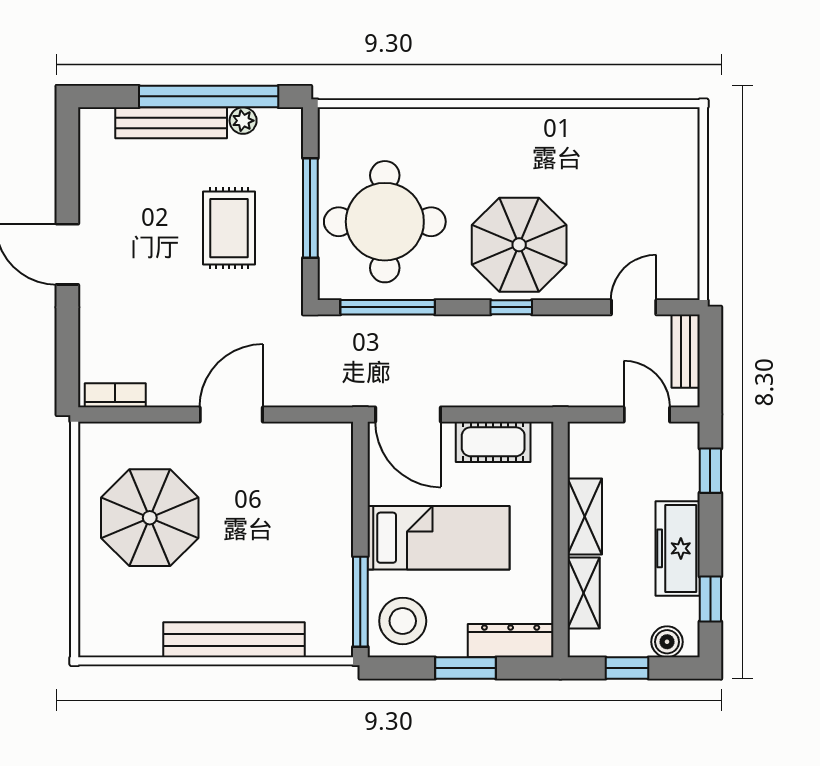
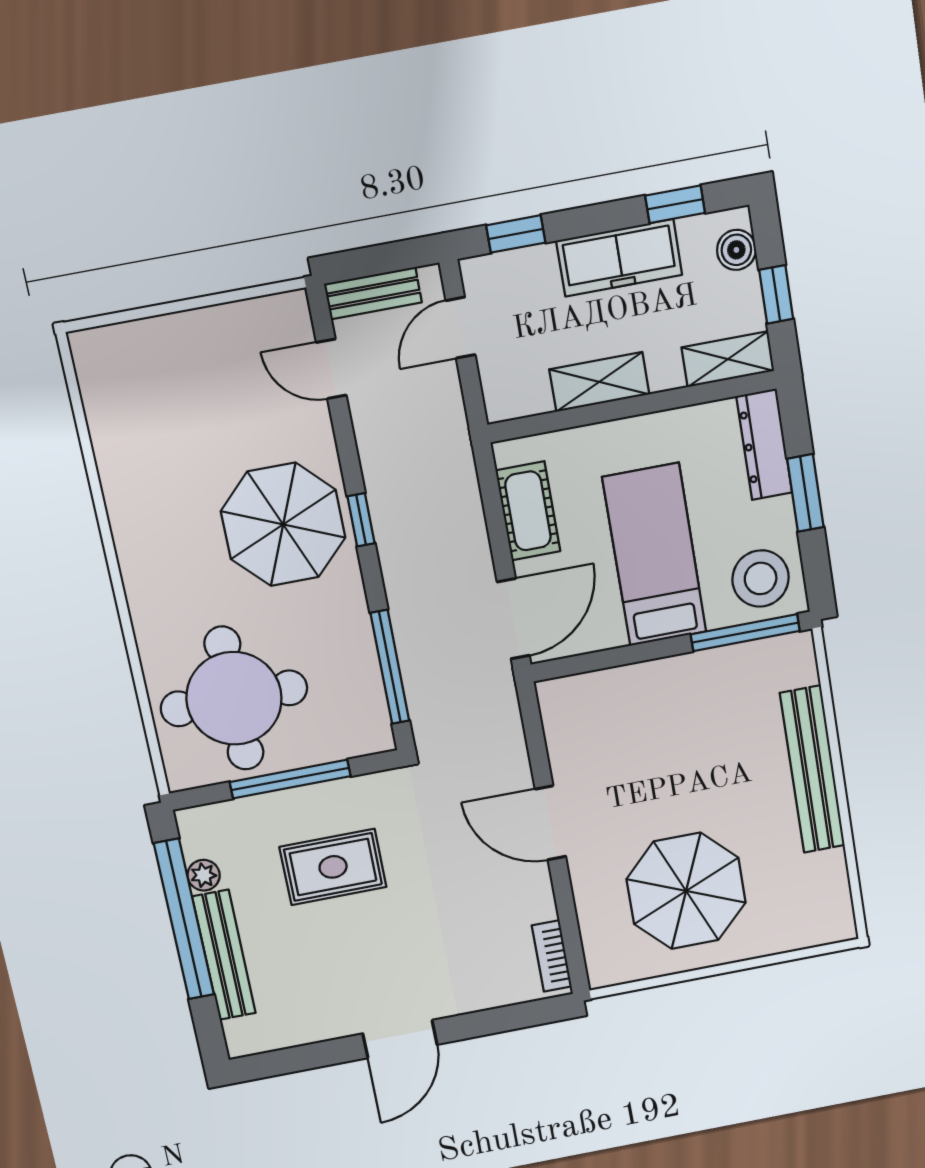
round table: (385, 222) -> (234, 698), moved
shelving: (584, 593) -> (728, 359), moved

